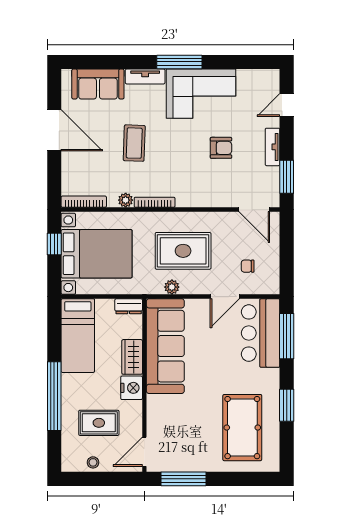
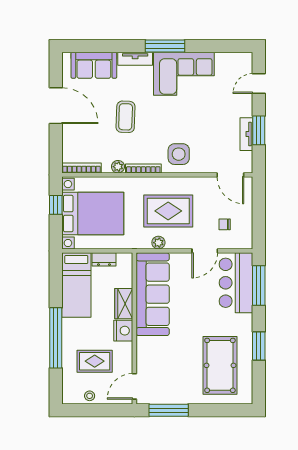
tv unit: (273, 147) -> (246, 134), moved
armchair: (221, 148) -> (201, 121), removed
window: (287, 177) -> (259, 130), moved
side table: (195, 186) -> (179, 154), added
dresser: (129, 306) -> (104, 259), moved

